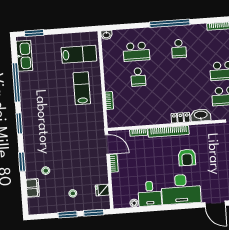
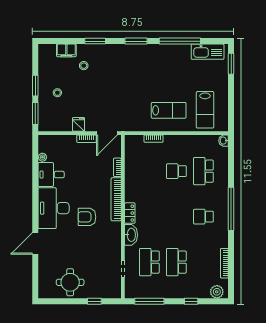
fridge: (102, 190) -> (79, 124), moved

